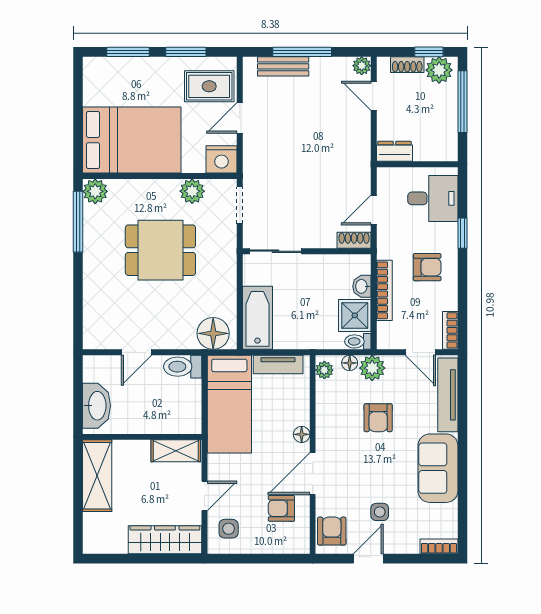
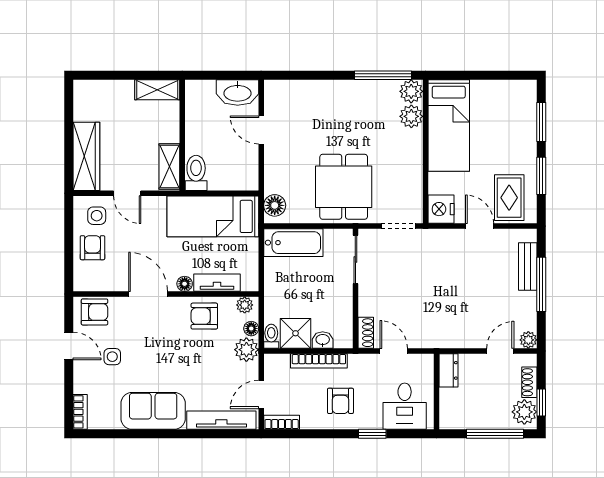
bed: (132, 140) -> (449, 125), width x0.67
plant: (192, 191) -> (411, 116), moved
dining table: (160, 250) -> (344, 187), moved
floor lamp: (213, 333) -> (275, 205), width x0.73, depth x0.73
tv unit: (278, 365) -> (217, 283), moved, turned 90
toilet: (183, 367) -> (196, 173), moved
washbasin: (97, 406) -> (238, 93), moved
armchair: (378, 418) -> (204, 316), moved
shelving: (97, 476) -> (157, 90), width x0.67, depth x0.75
armchair: (281, 508) -> (92, 248), moved

